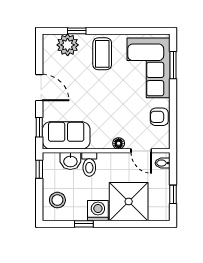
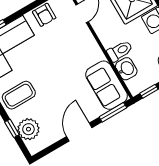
window: (39, 127) -> (113, 112), width x1.50
floor lamp: (119, 143) -> (87, 36), removed

